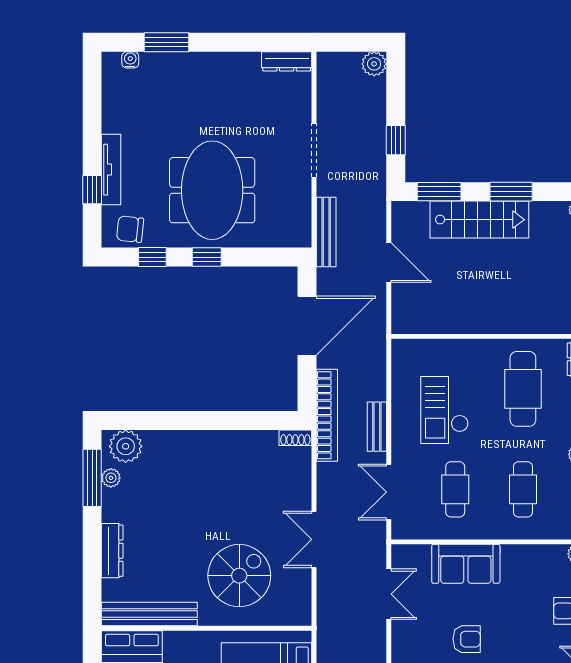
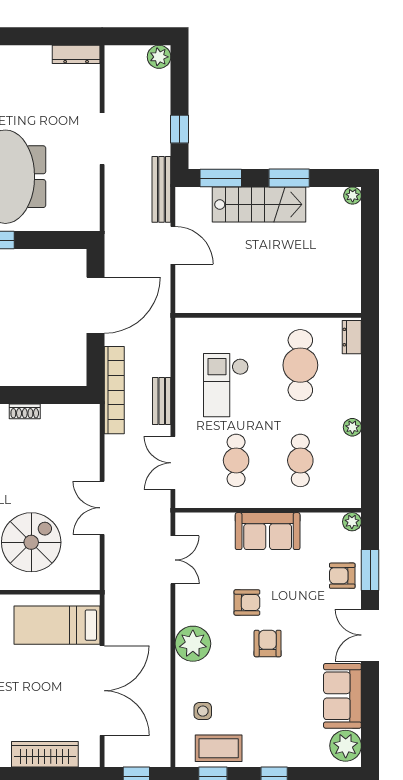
bench: (326, 232) -> (161, 189), moved
shoe rack: (295, 438) -> (25, 411), moved
sofa: (466, 564) -> (268, 531), moved

